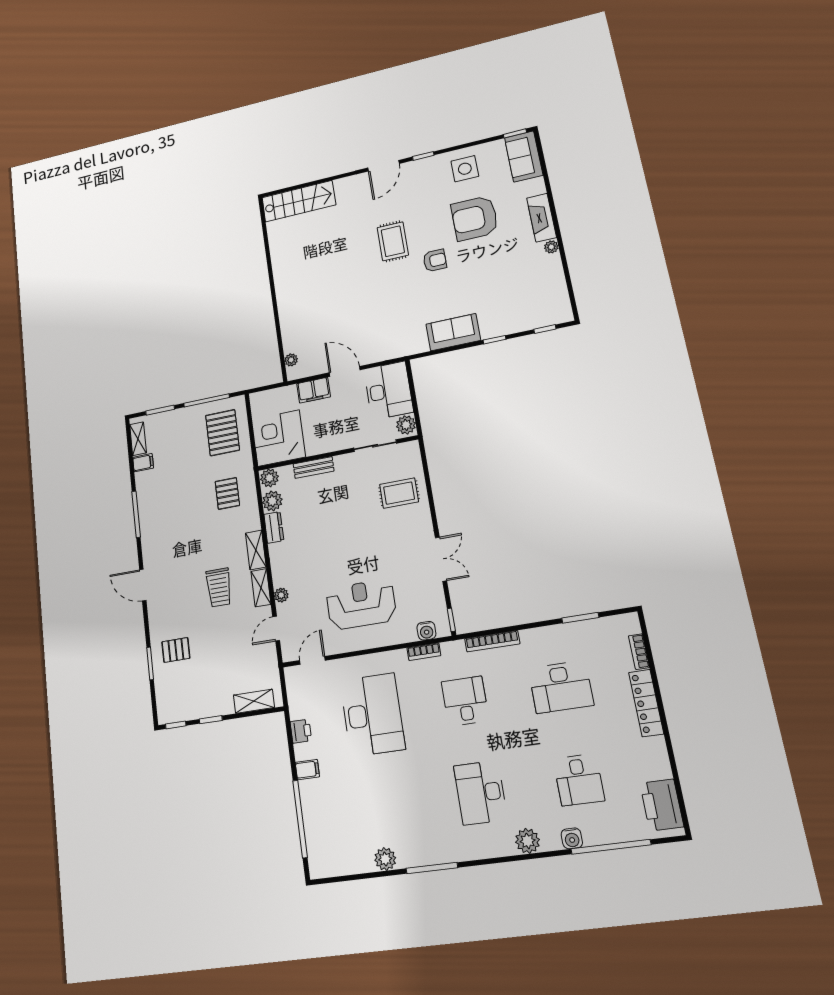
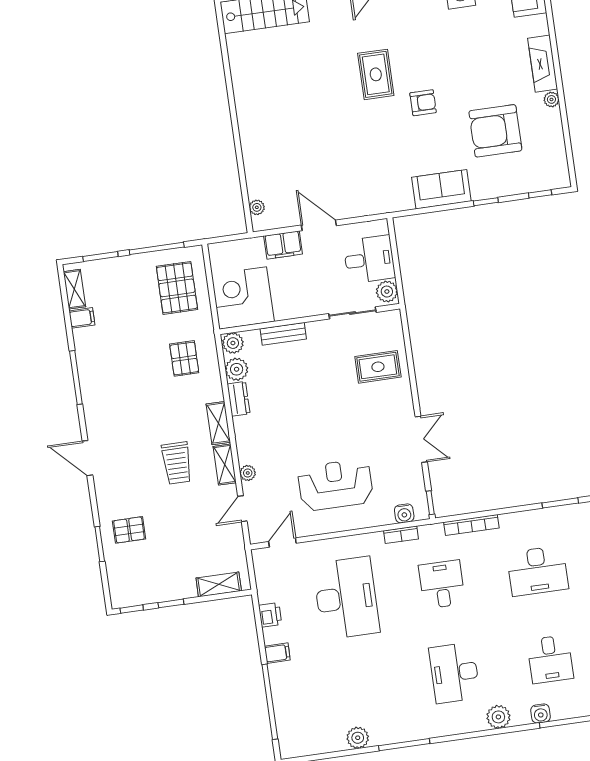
armchair: (475, 218) -> (495, 131), moved
desk: (388, 391) -> (369, 259), width x0.73

